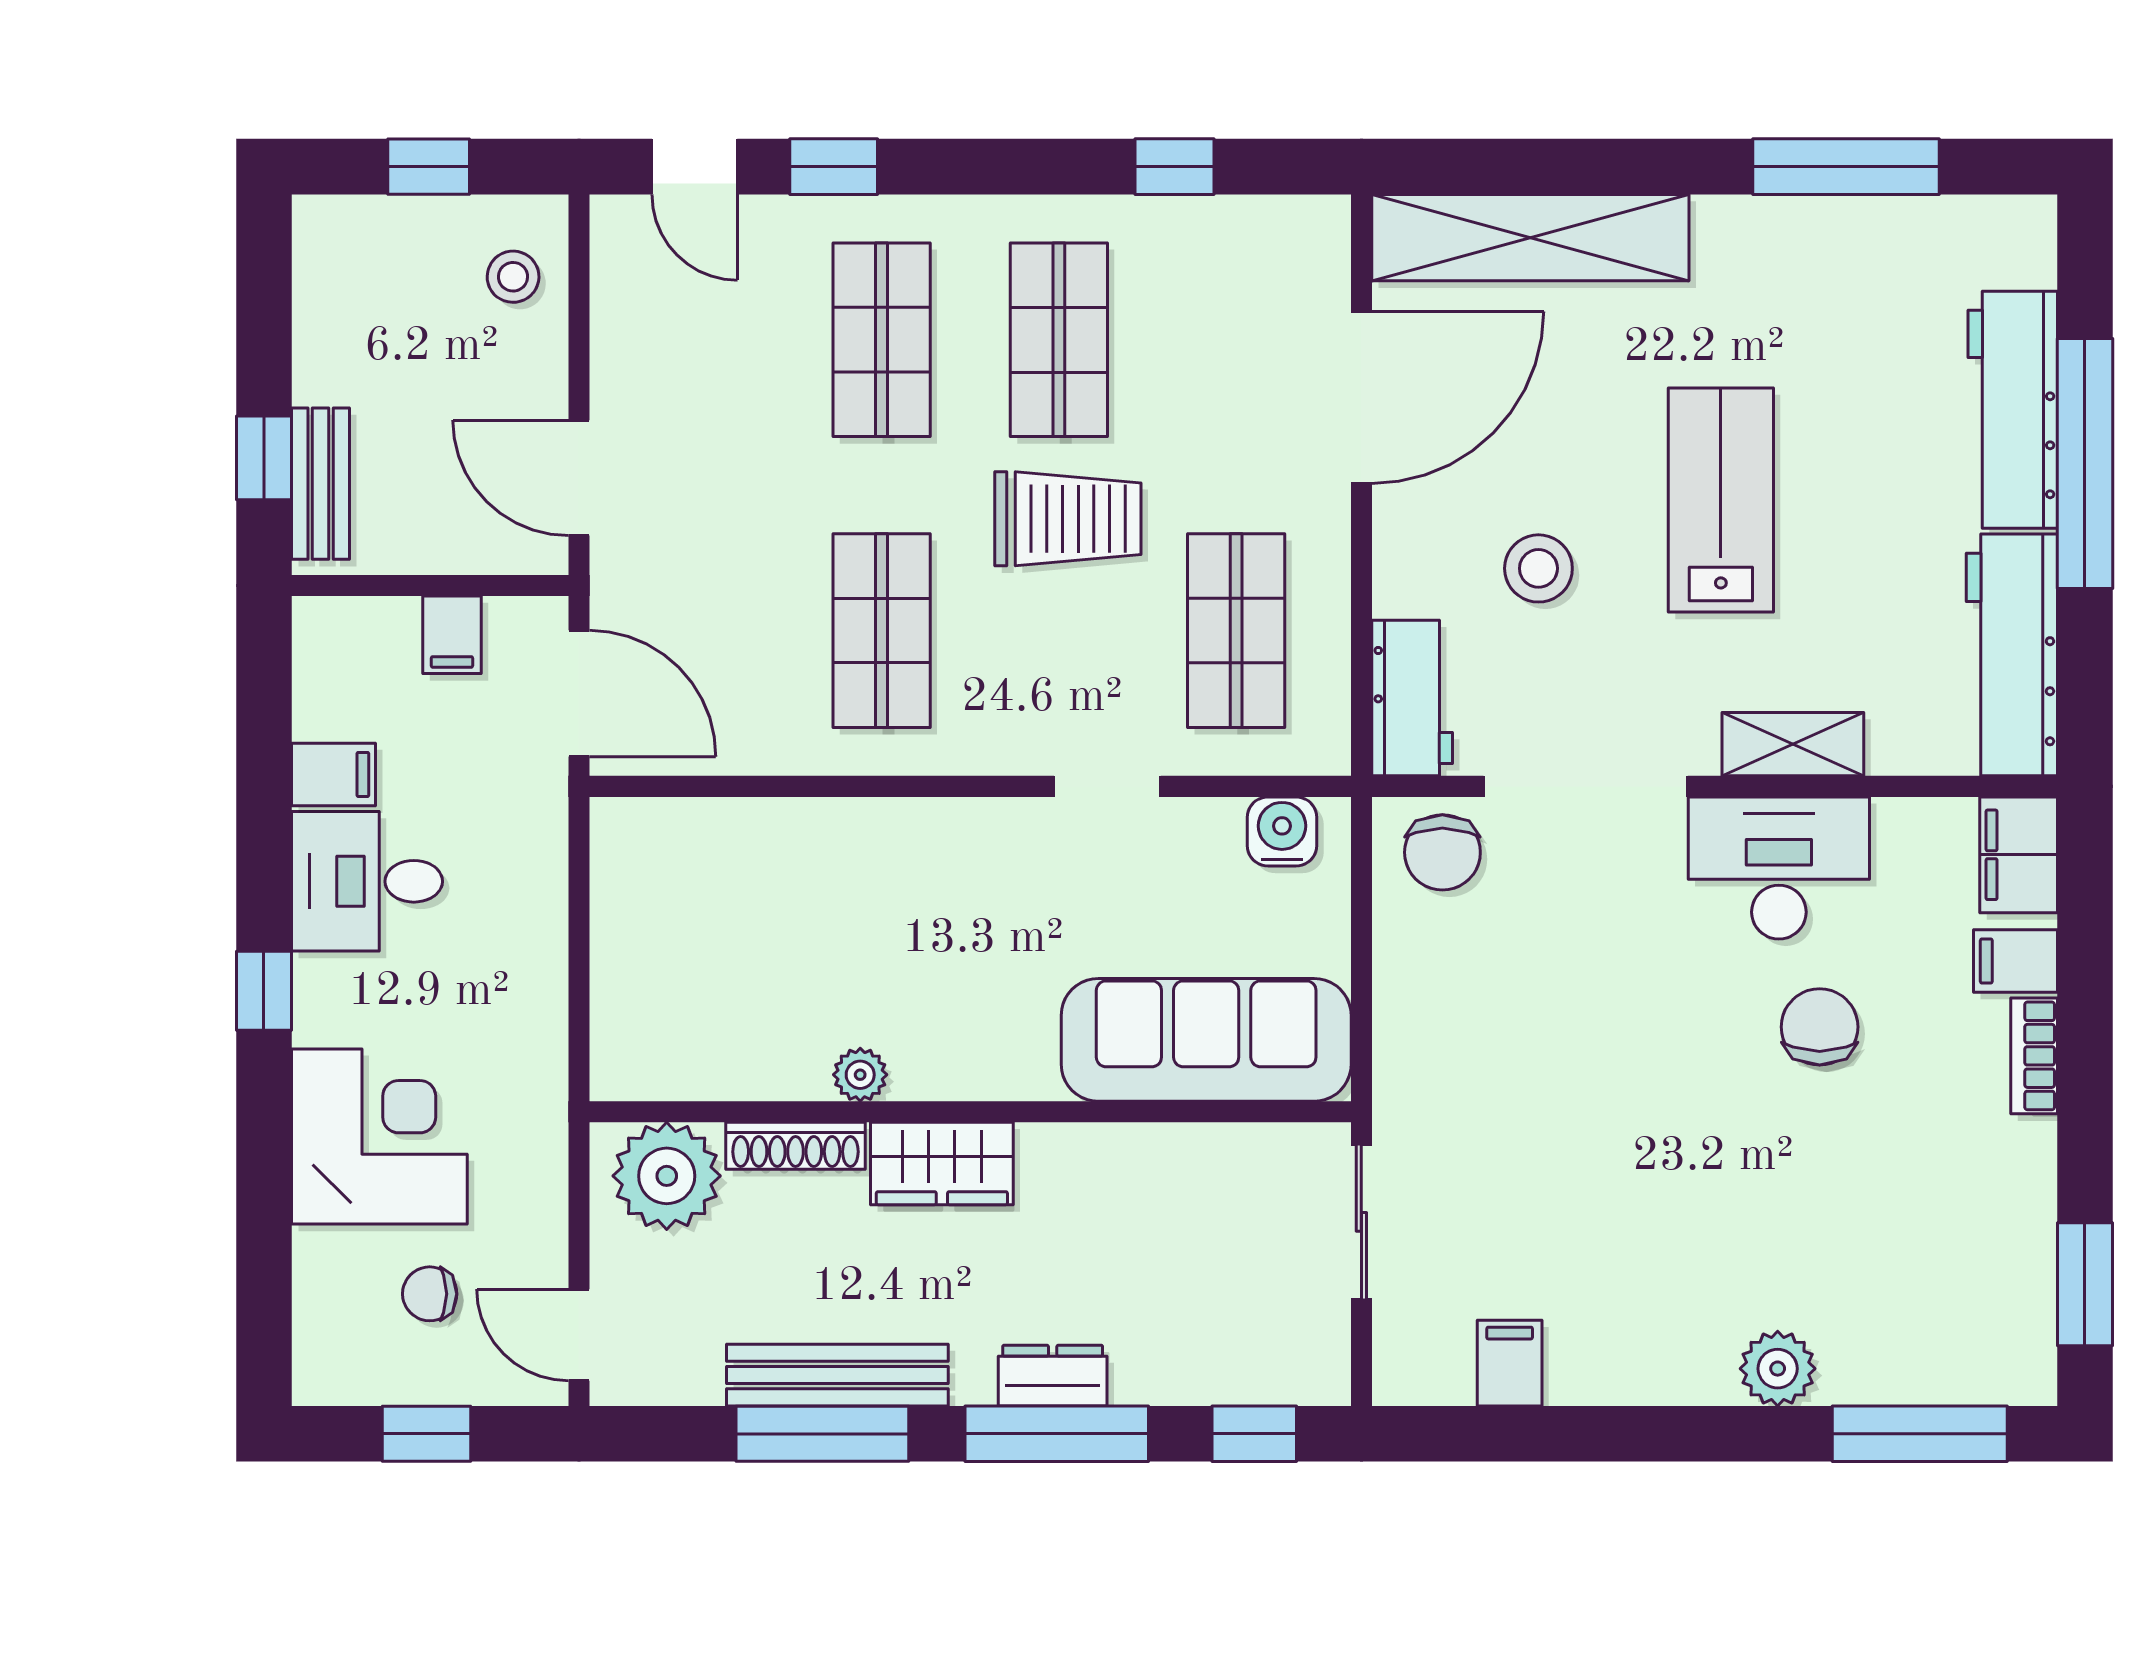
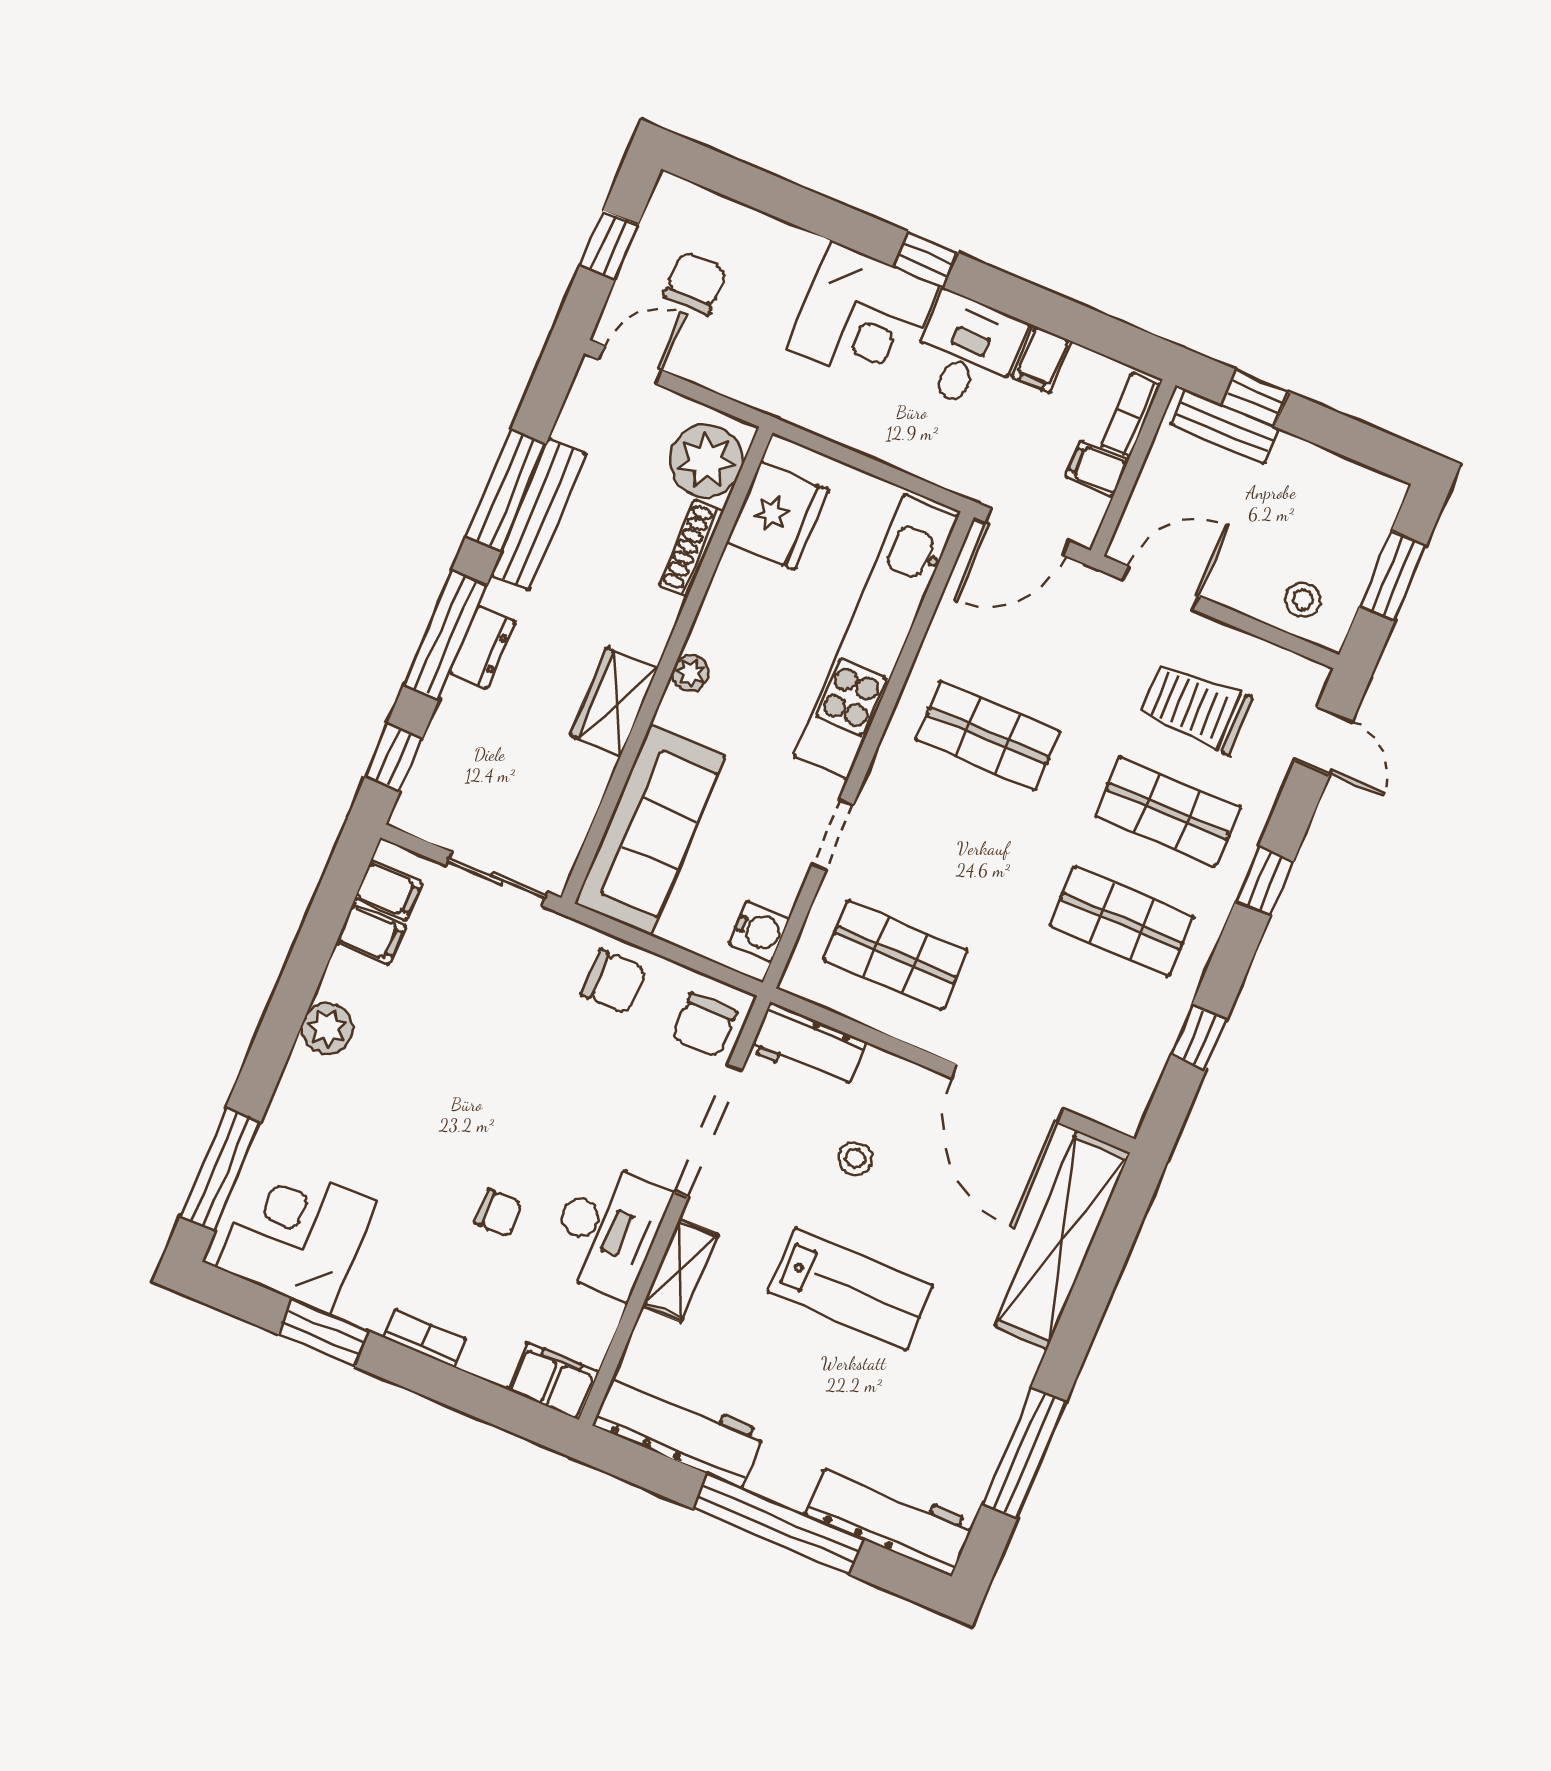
window: (429, 167) -> (1393, 576), width x1.50
door: (695, 167) -> (1324, 741), swing flipped
window: (834, 167) -> (1265, 881), moved
workbench: (2013, 410) -> (890, 1518), moved
trolley: (1068, 519) -> (1196, 708), moved, turned 90
stool: (1538, 568) -> (855, 1158), width x0.73, depth x0.73
bookcase: (359, 619) -> (1131, 415), added
kitchen unit: (810, 841) -> (876, 637), added
chair: (1442, 852) -> (705, 1025), turned -90
filing cabinet: (2016, 961) -> (388, 891), moved, turned 90
chair: (1435, 1002) -> (614, 982), added
chair: (1820, 1027) -> (498, 1213), width x0.73, depth x0.73
fridge: (701, 1046) -> (778, 516), added
plant: (860, 1075) -> (691, 673), moved
corner desk: (379, 1136) -> (862, 317), moved
wardrobe: (942, 1163) -> (614, 702), moved
window: (2085, 1284) -> (323, 1333), moved
corner desk: (1965, 1292) -> (297, 1234), added
chair: (430, 1294) -> (695, 283), width x1.37, depth x1.37
plant: (1778, 1369) -> (327, 1028), moved

